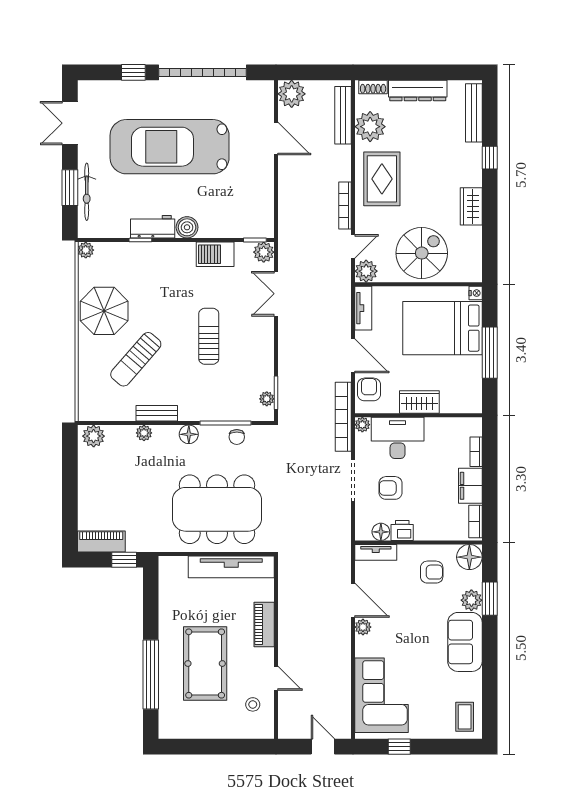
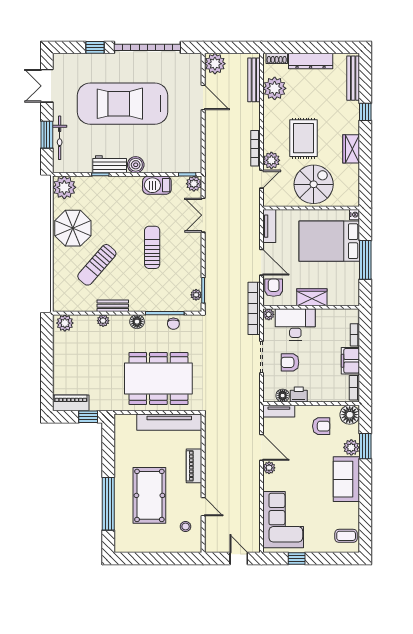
rug: (382, 179) -> (304, 138), moved
plant: (86, 250) -> (64, 187), width x1.88, depth x1.88
plant: (366, 271) -> (271, 160), moved
coffee table: (465, 717) -> (346, 536), turned 90

